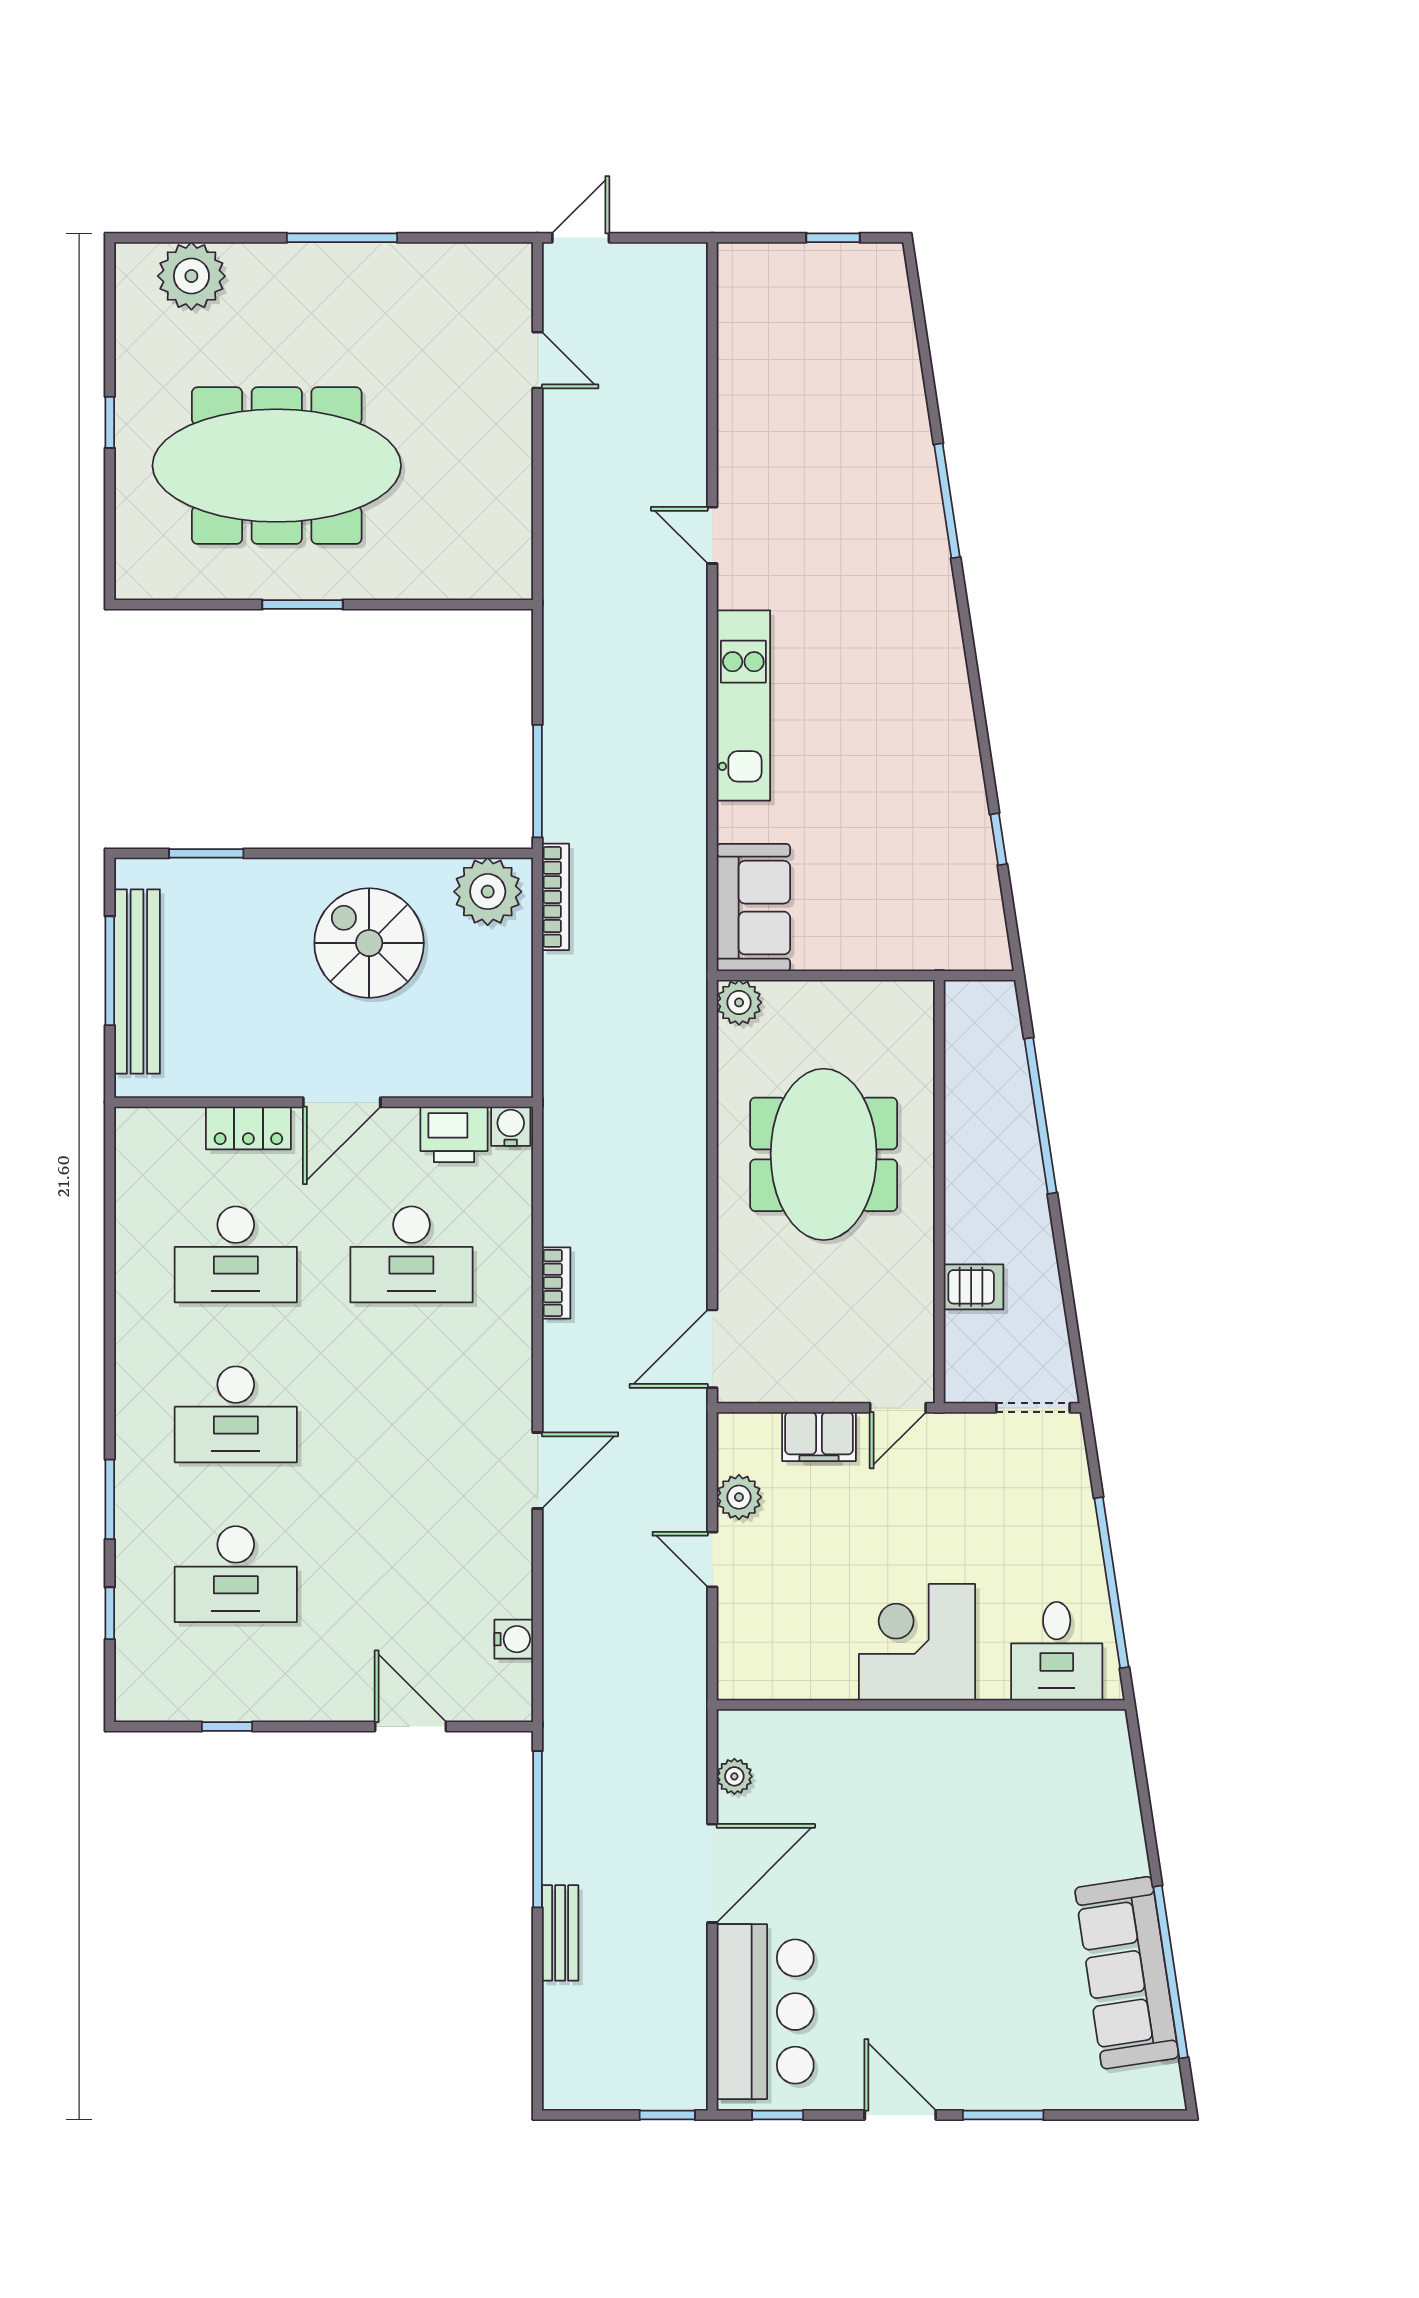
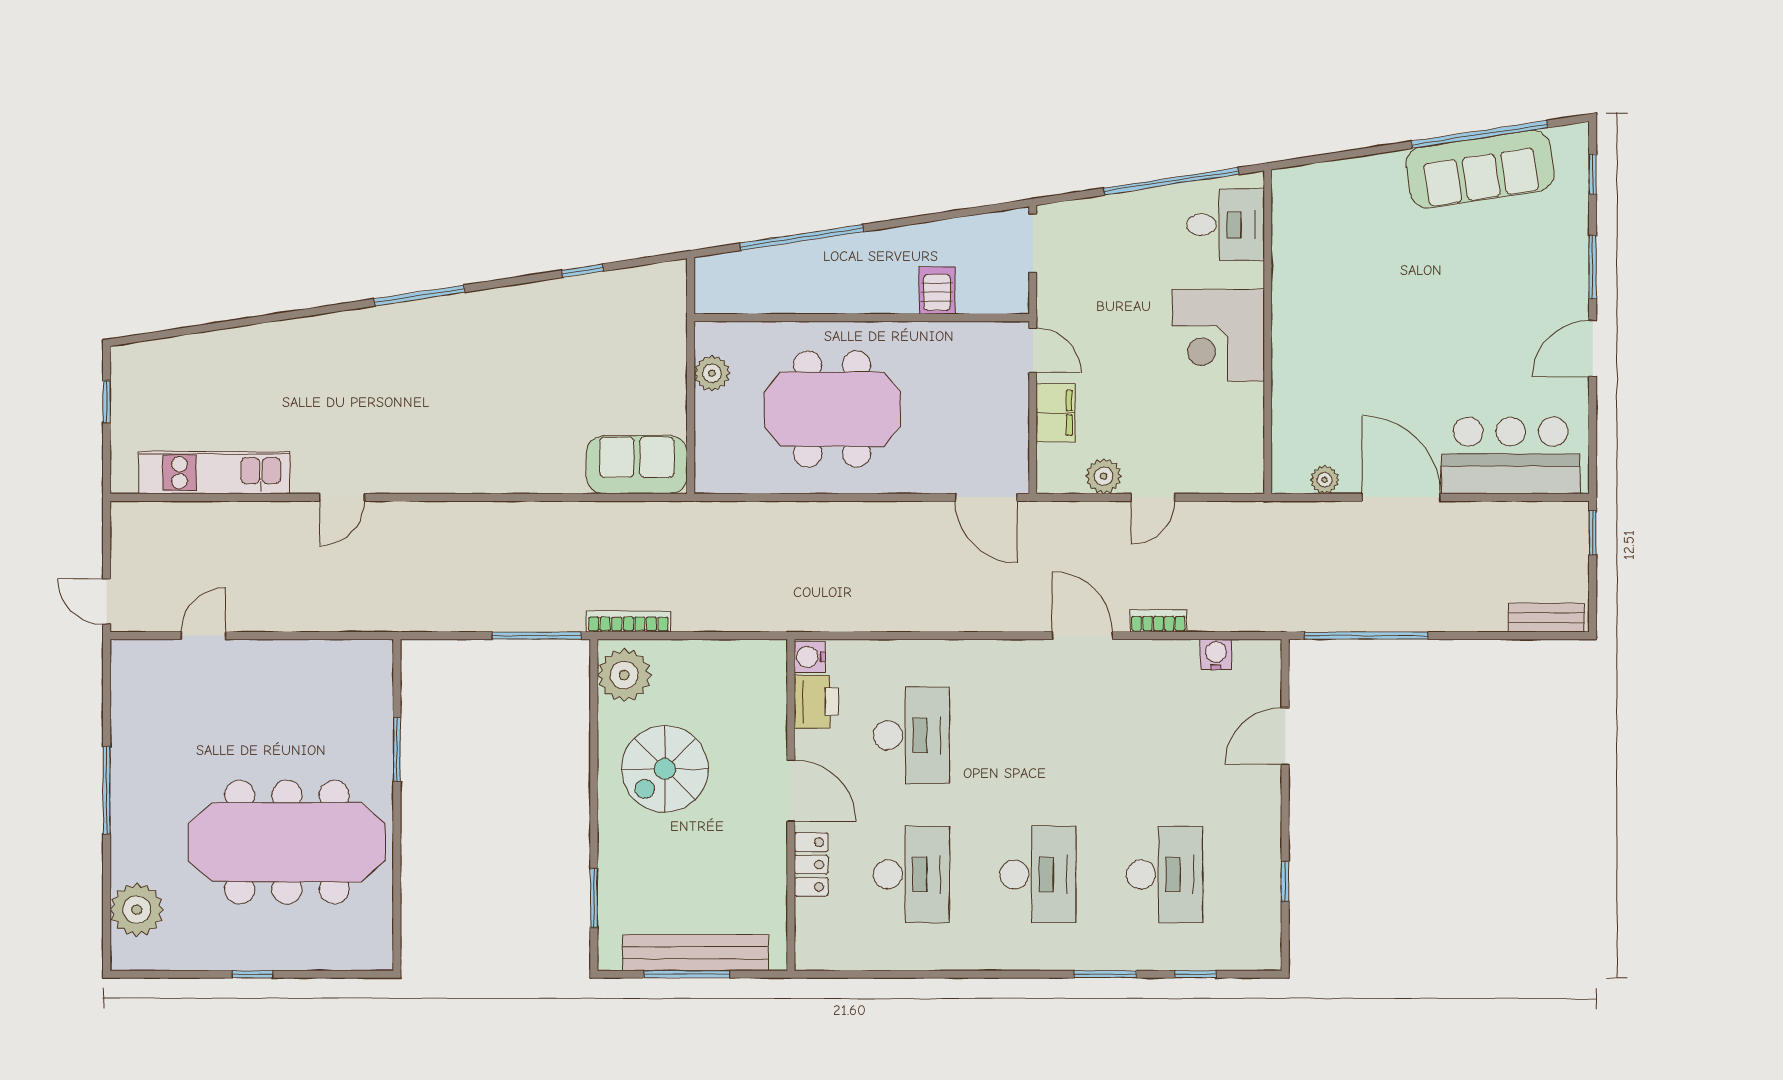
meeting table: (277, 466) -> (287, 842), turned 90
window: (947, 501) -> (419, 295), moved
window: (303, 605) -> (397, 749), moved
kitchen unit: (743, 705) -> (214, 473), moved
plant: (739, 1002) -> (712, 373), moved
bookcase: (556, 1283) -> (1158, 621), moved
bench: (560, 1933) -> (1546, 618), moved
window: (778, 2115) -> (1593, 174), moved

